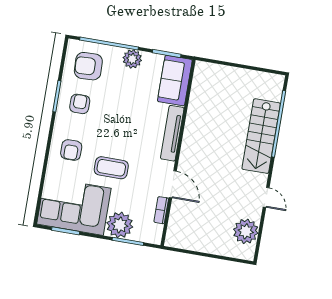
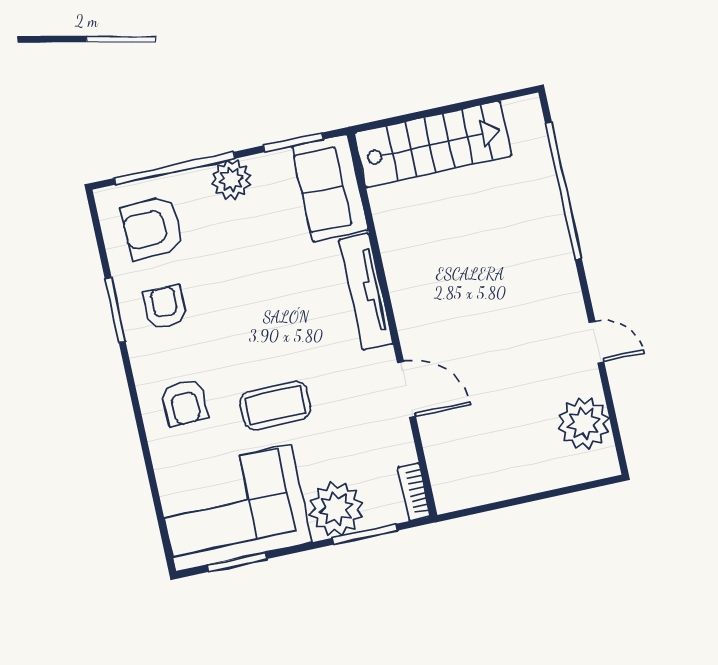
stairs: (261, 136) -> (433, 144), moved, turned -90
bookcase: (161, 210) -> (414, 492), moved

